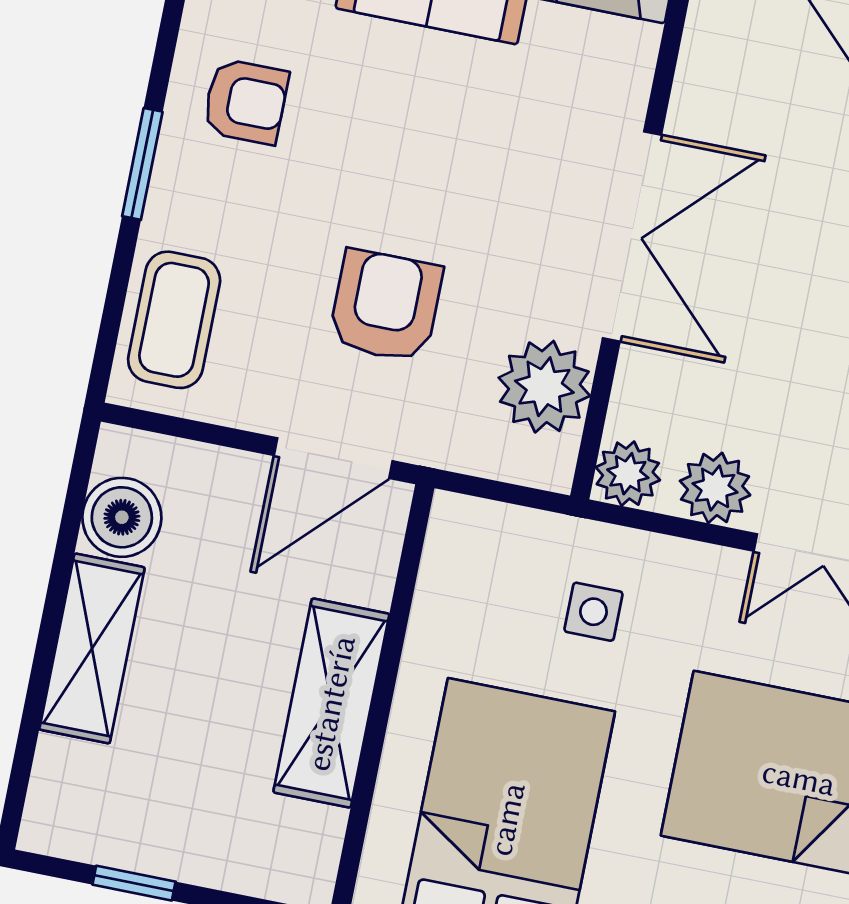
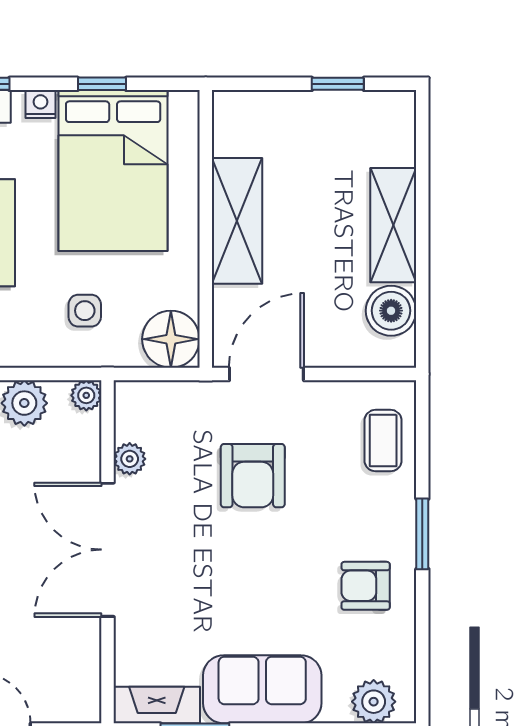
coffee table: (174, 320) -> (383, 441), width x0.73, depth x0.77
plant: (544, 387) -> (130, 459), width x0.53, depth x0.53
plant: (628, 474) -> (86, 395), width x0.73, depth x0.73
floor lamp: (470, 541) -> (171, 339), added

